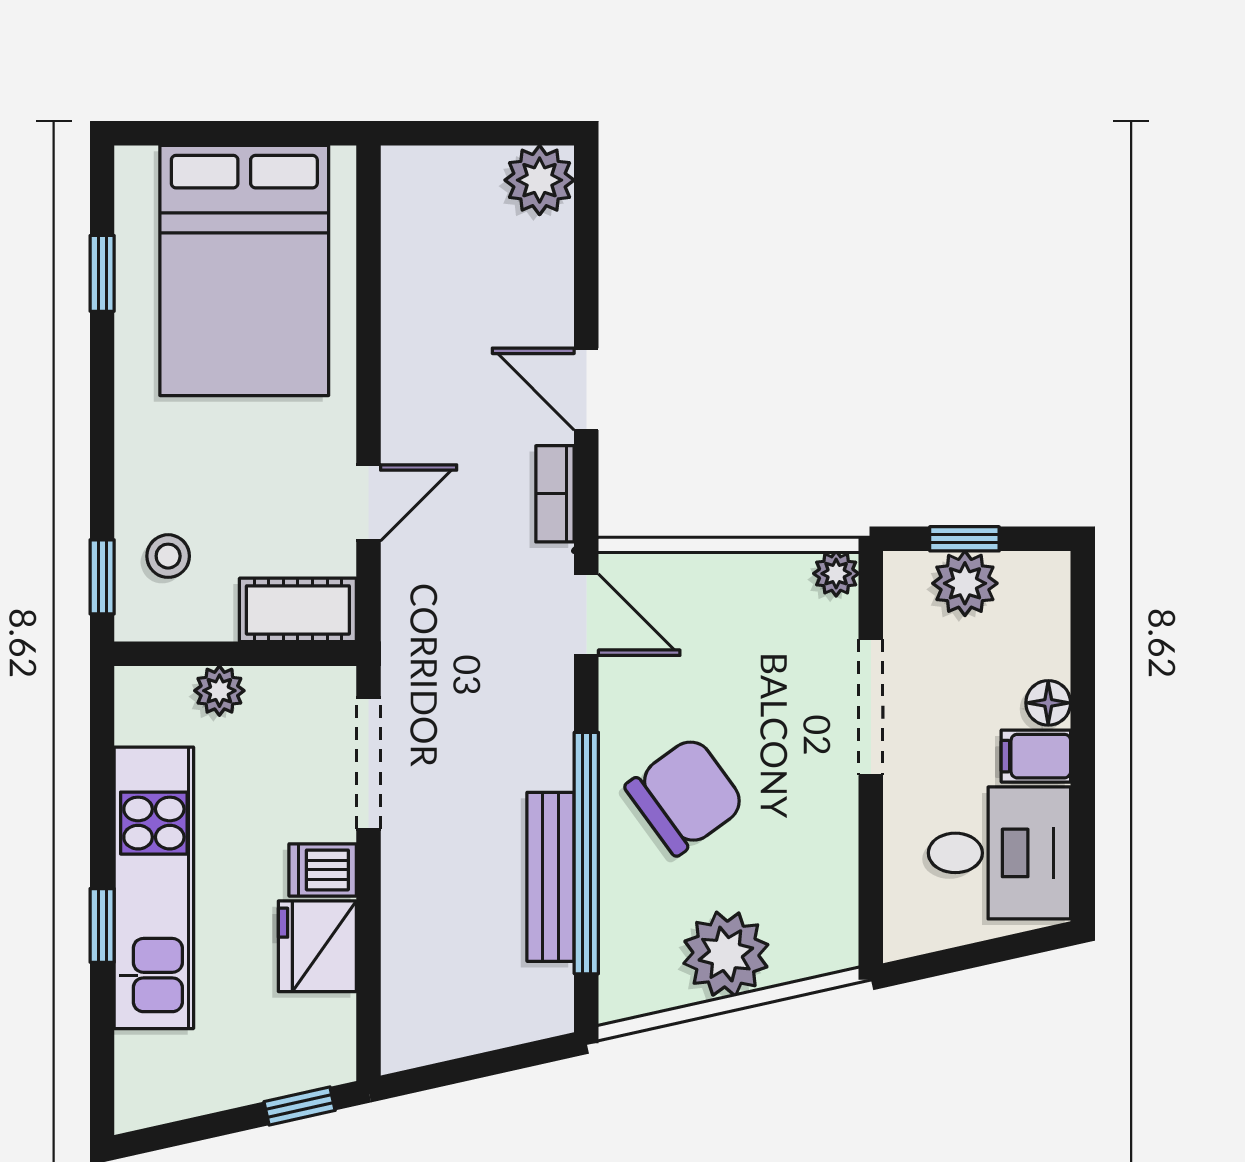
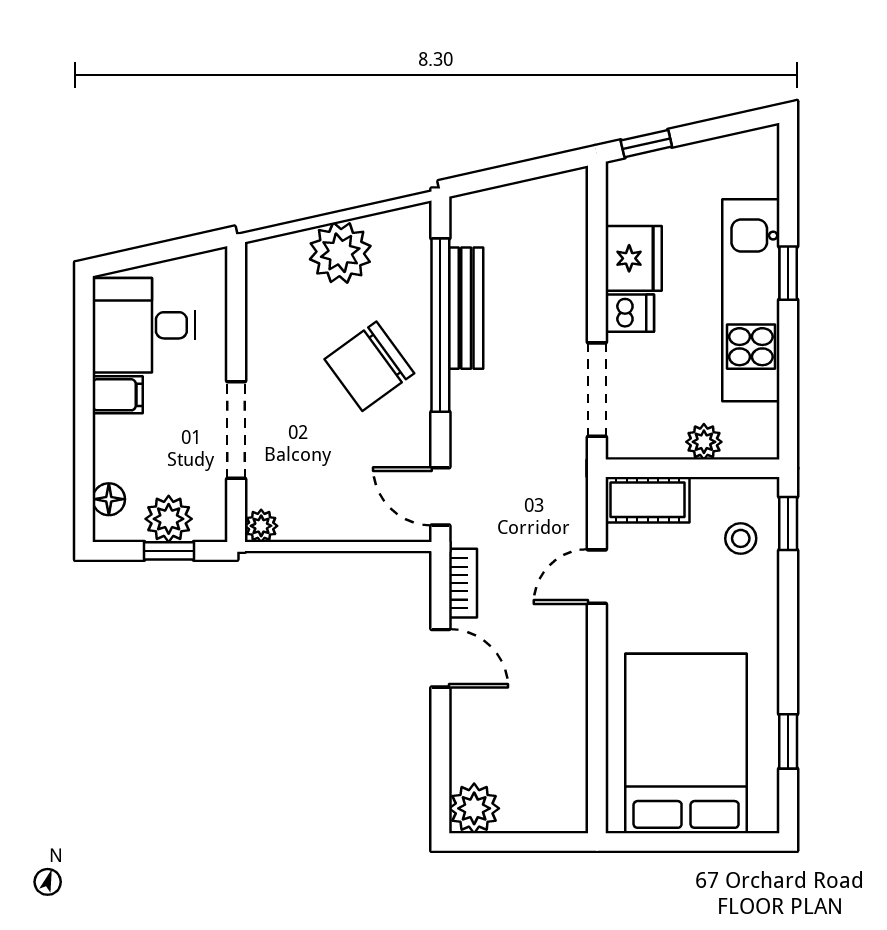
floor lamp: (1048, 703) -> (109, 499), moved

